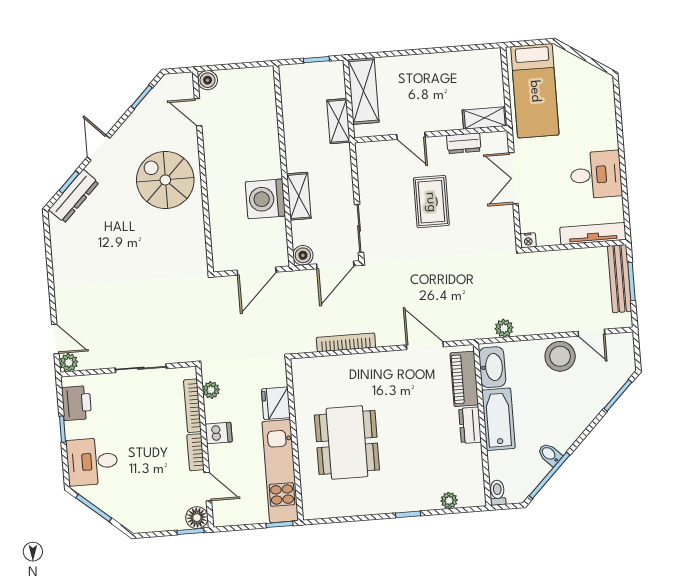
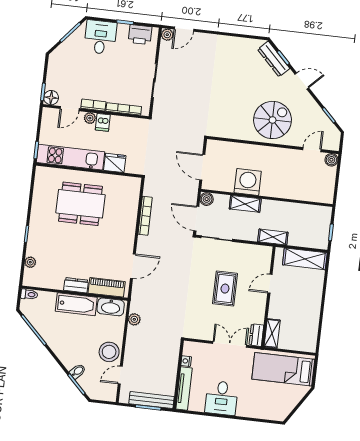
shelving: (338, 121) -> (273, 237), moved
dresser: (464, 143) -> (256, 335), moved
rug: (431, 202) -> (225, 289), turned 90
nightstand: (528, 240) -> (186, 361), moved
plant: (211, 390) -> (90, 118), moved
bidet: (550, 454) -> (78, 371), moved

